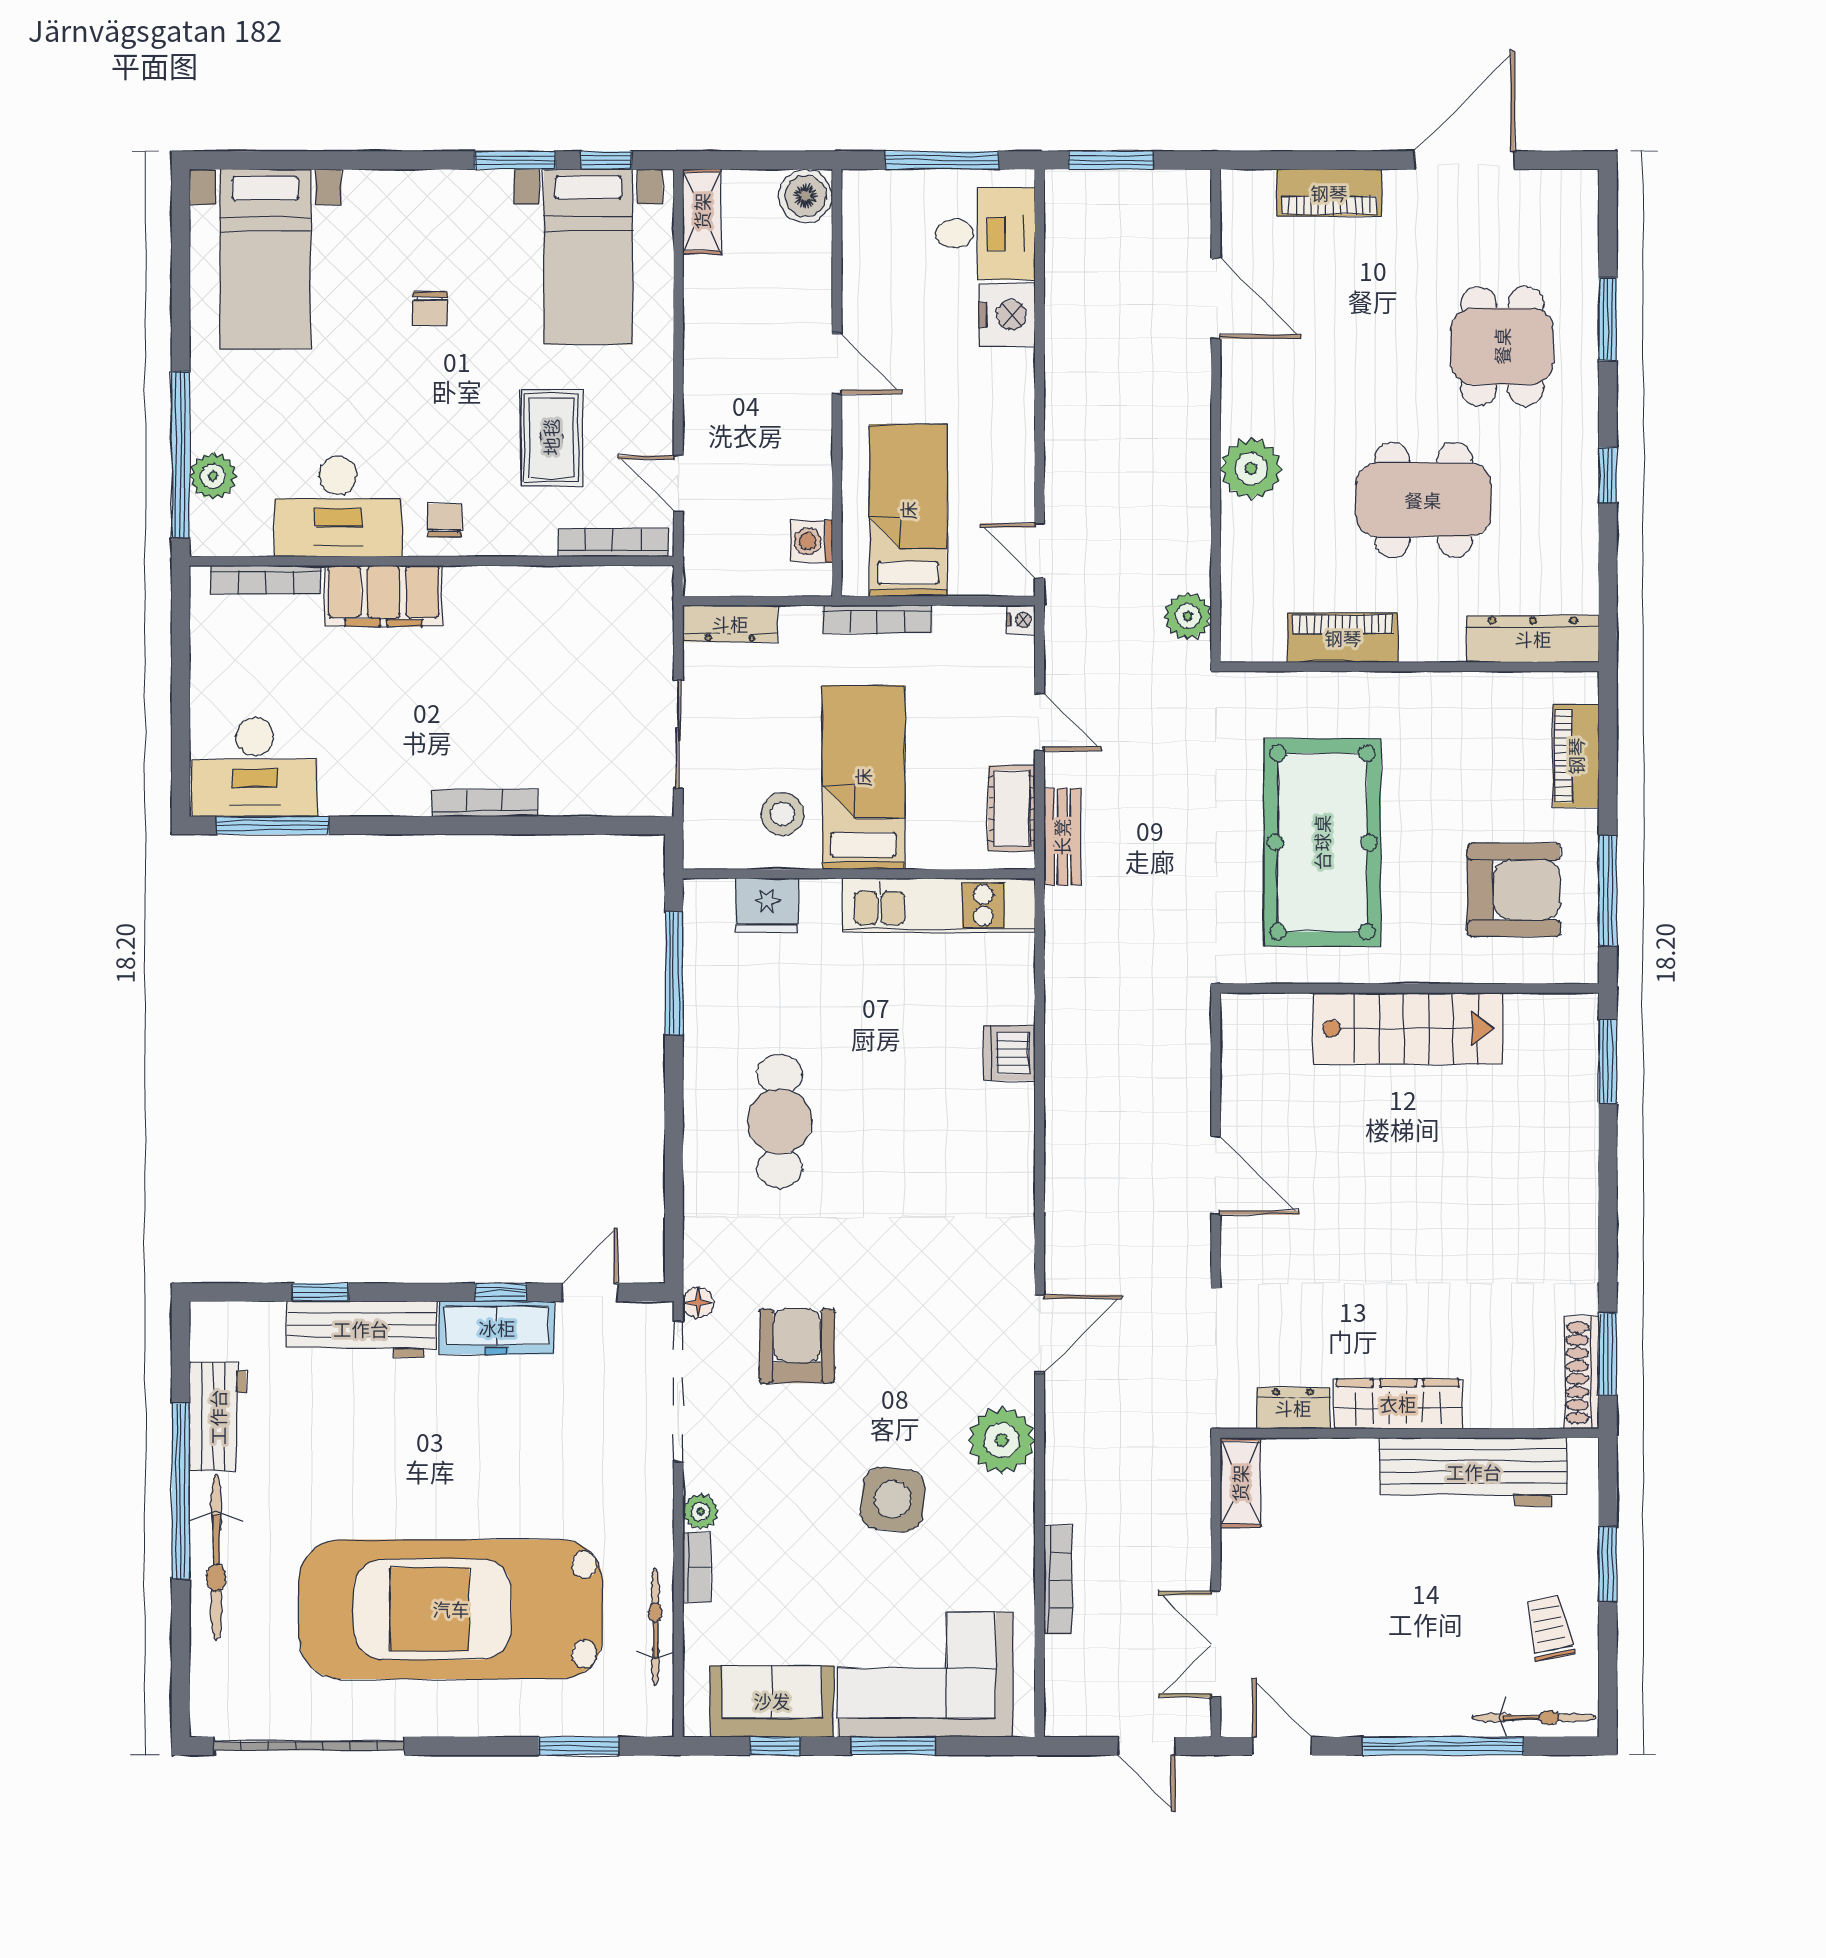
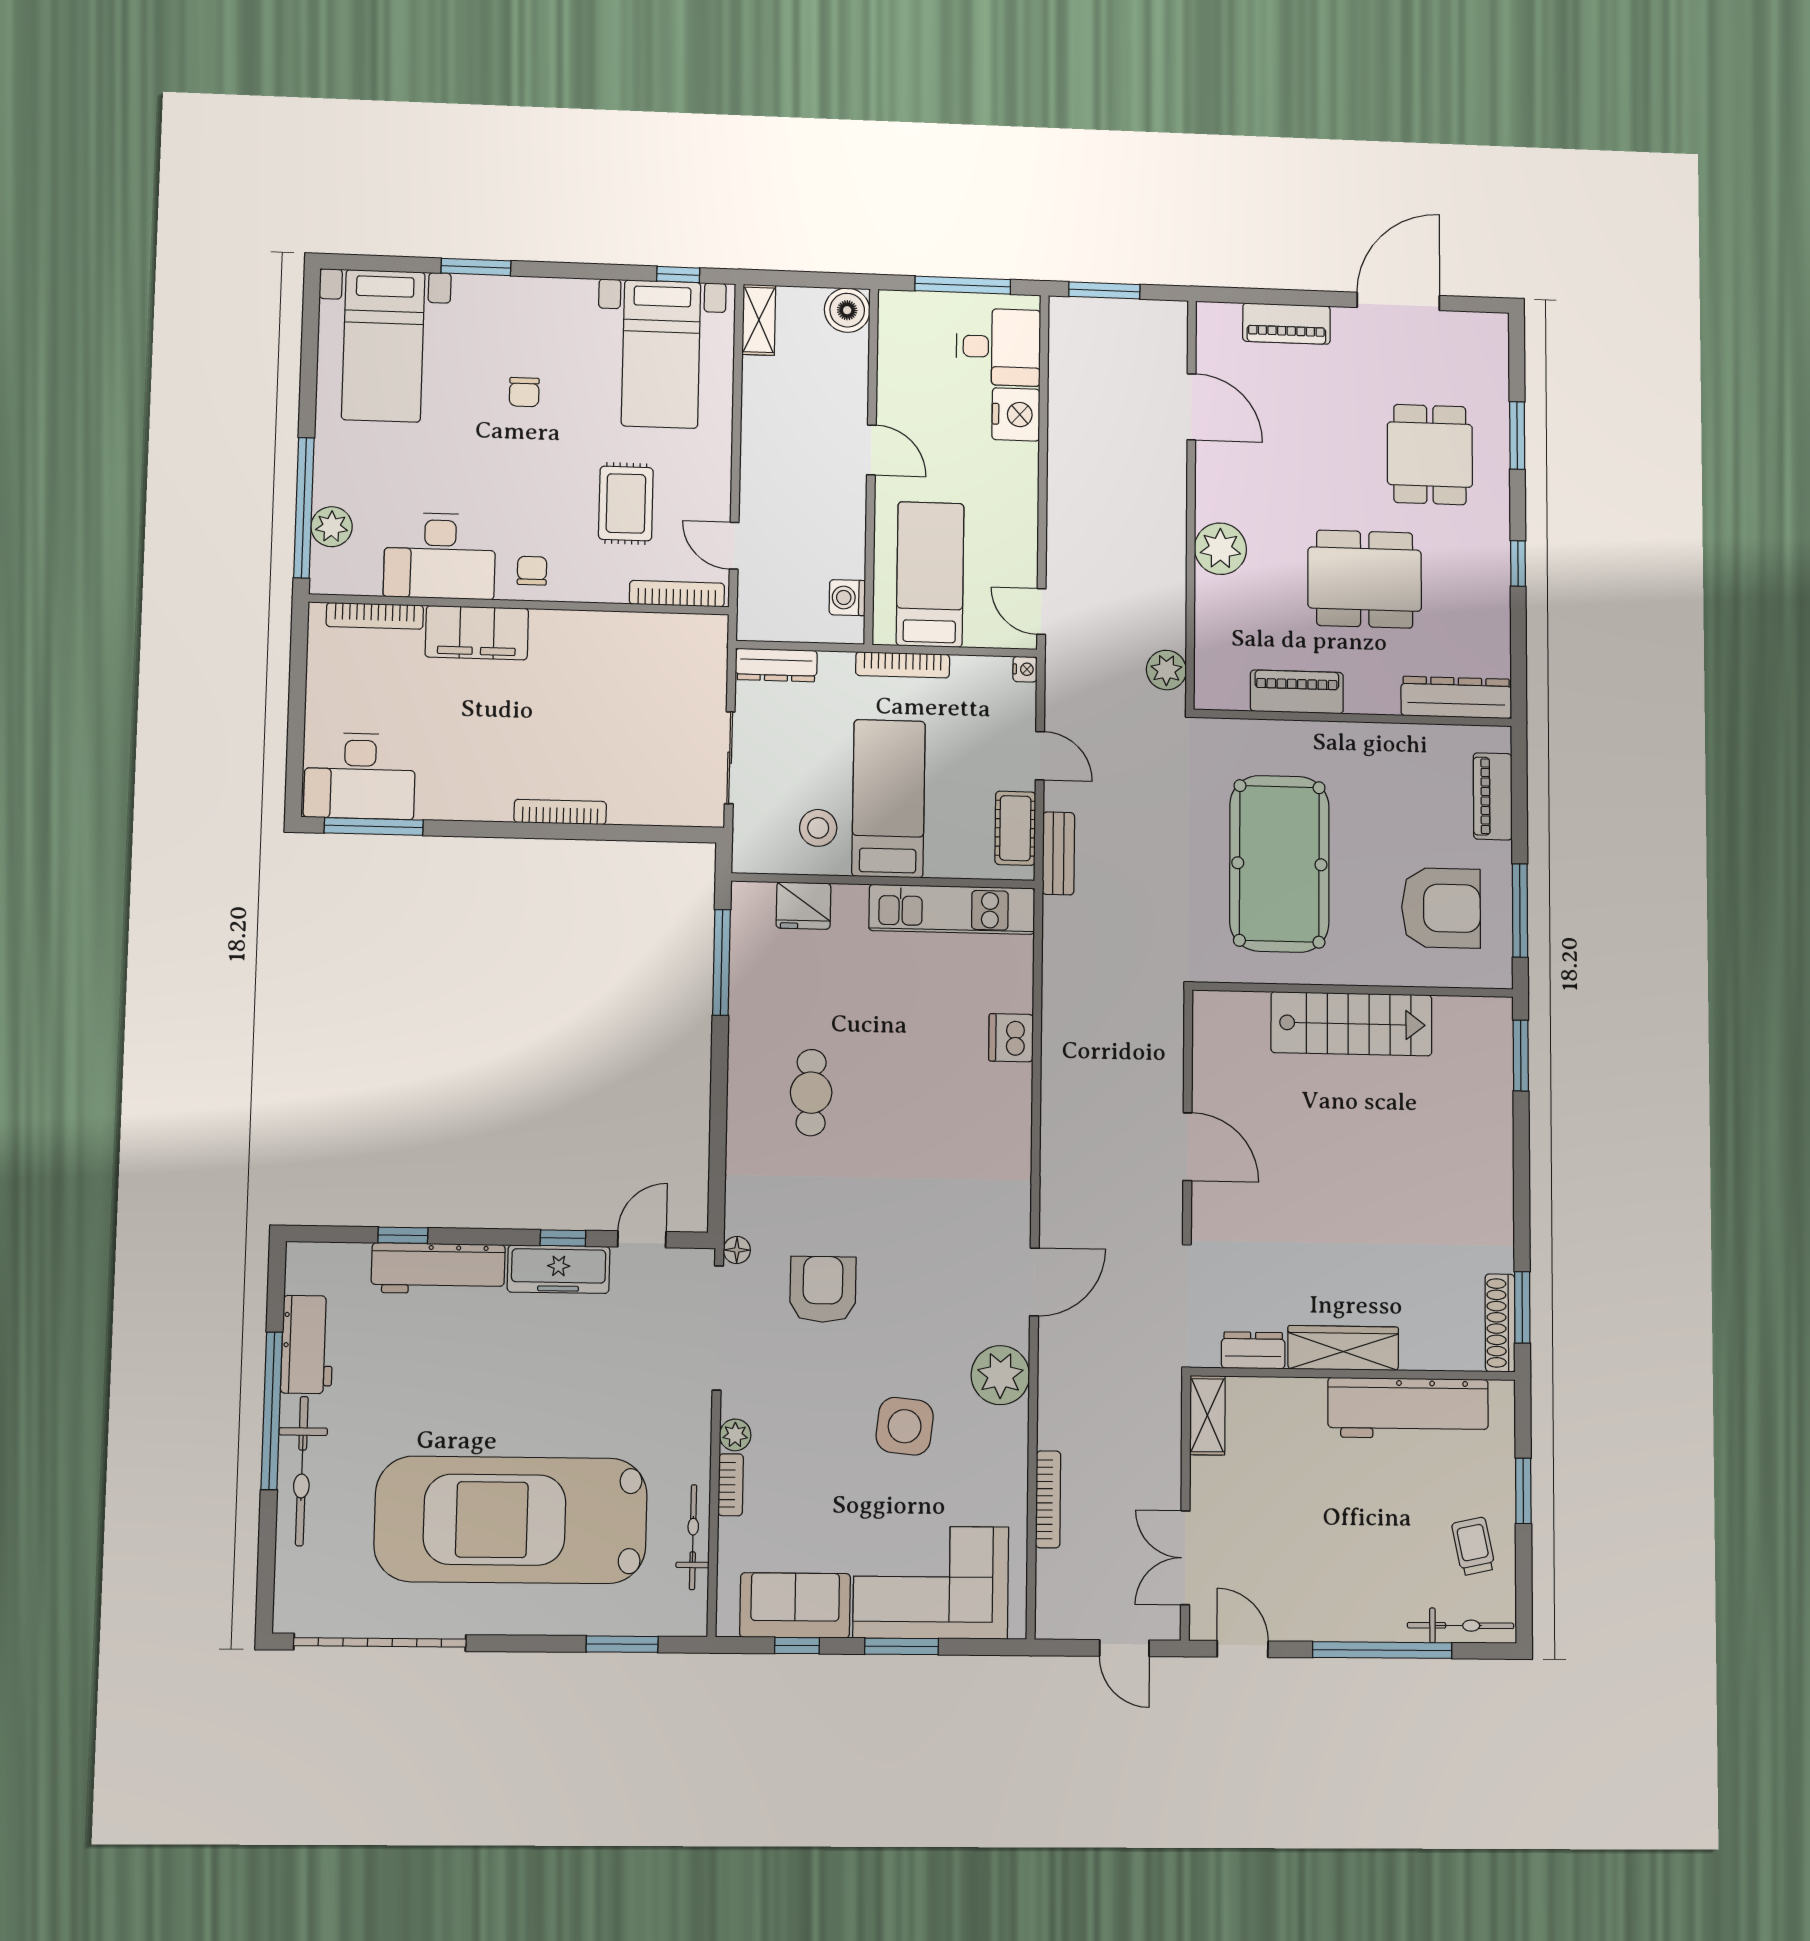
window: (515, 160) -> (476, 267), moved
cafe table: (780, 1121) -> (811, 1093), width x0.73, depth x0.74

